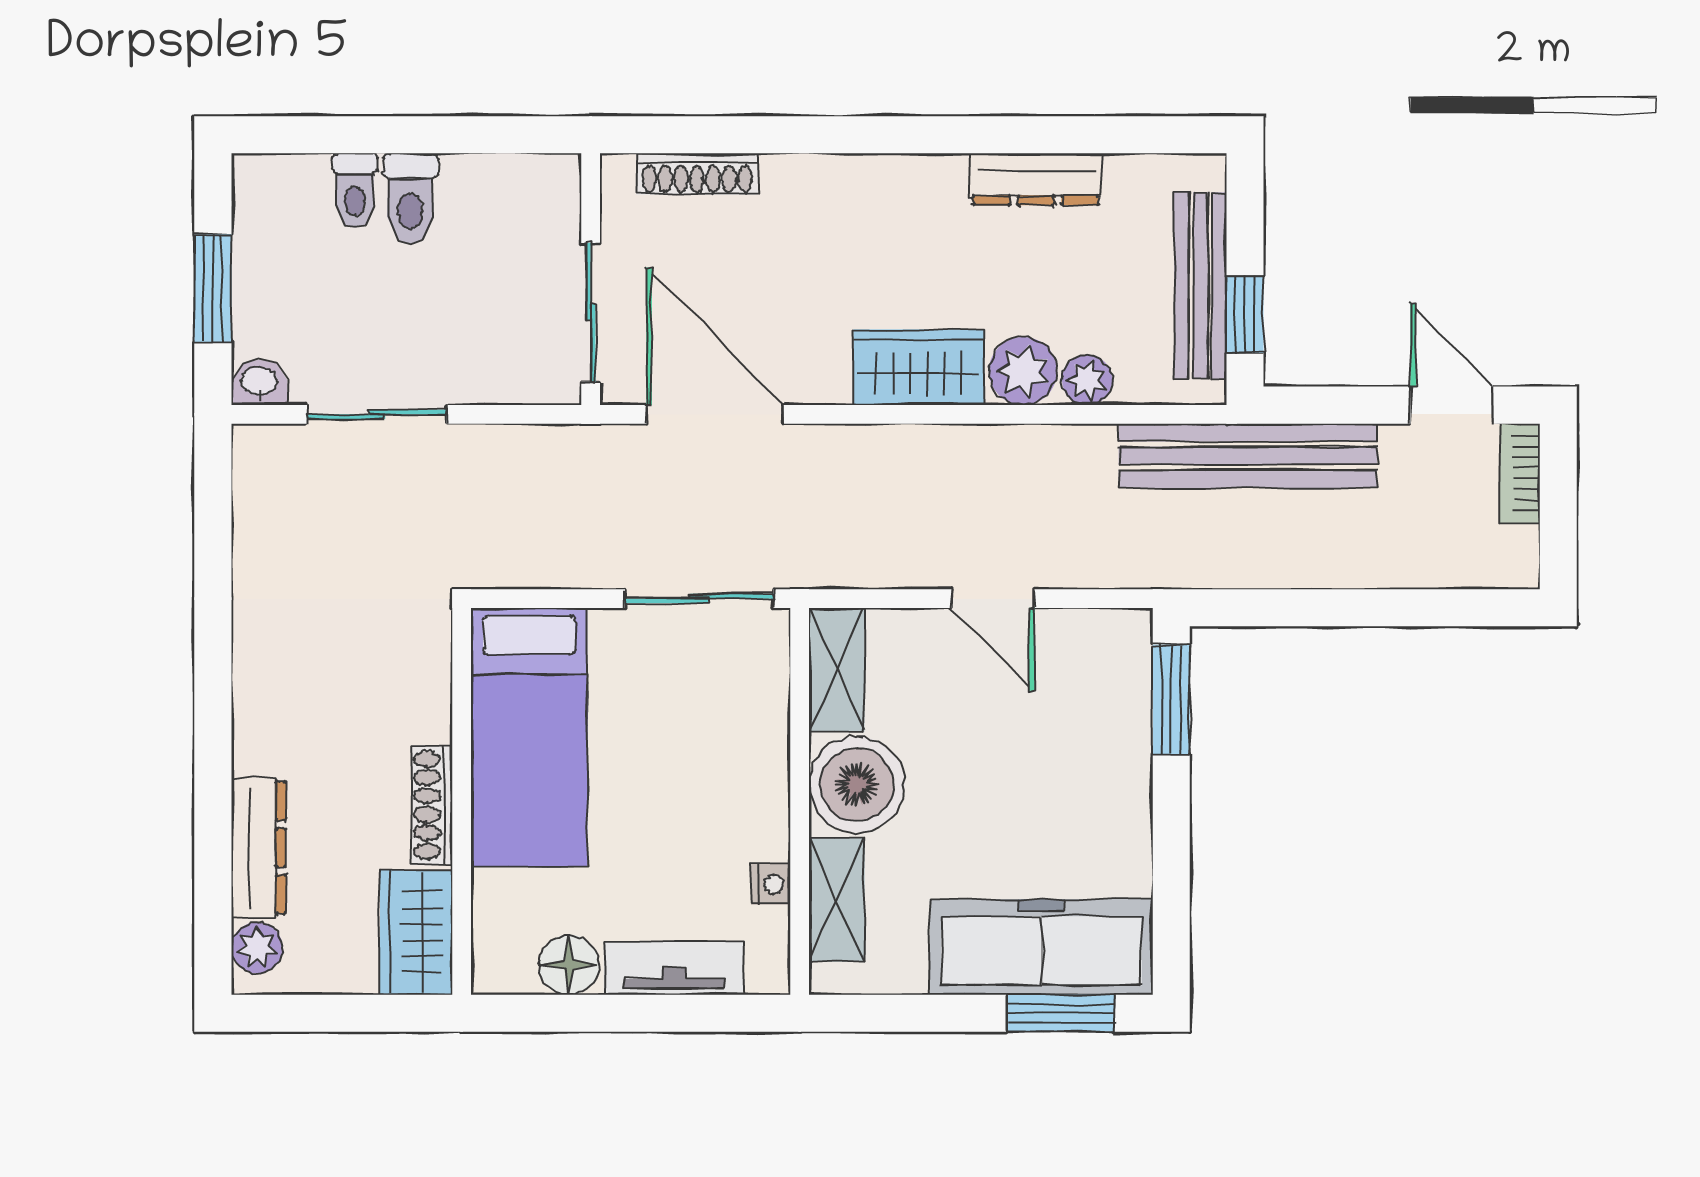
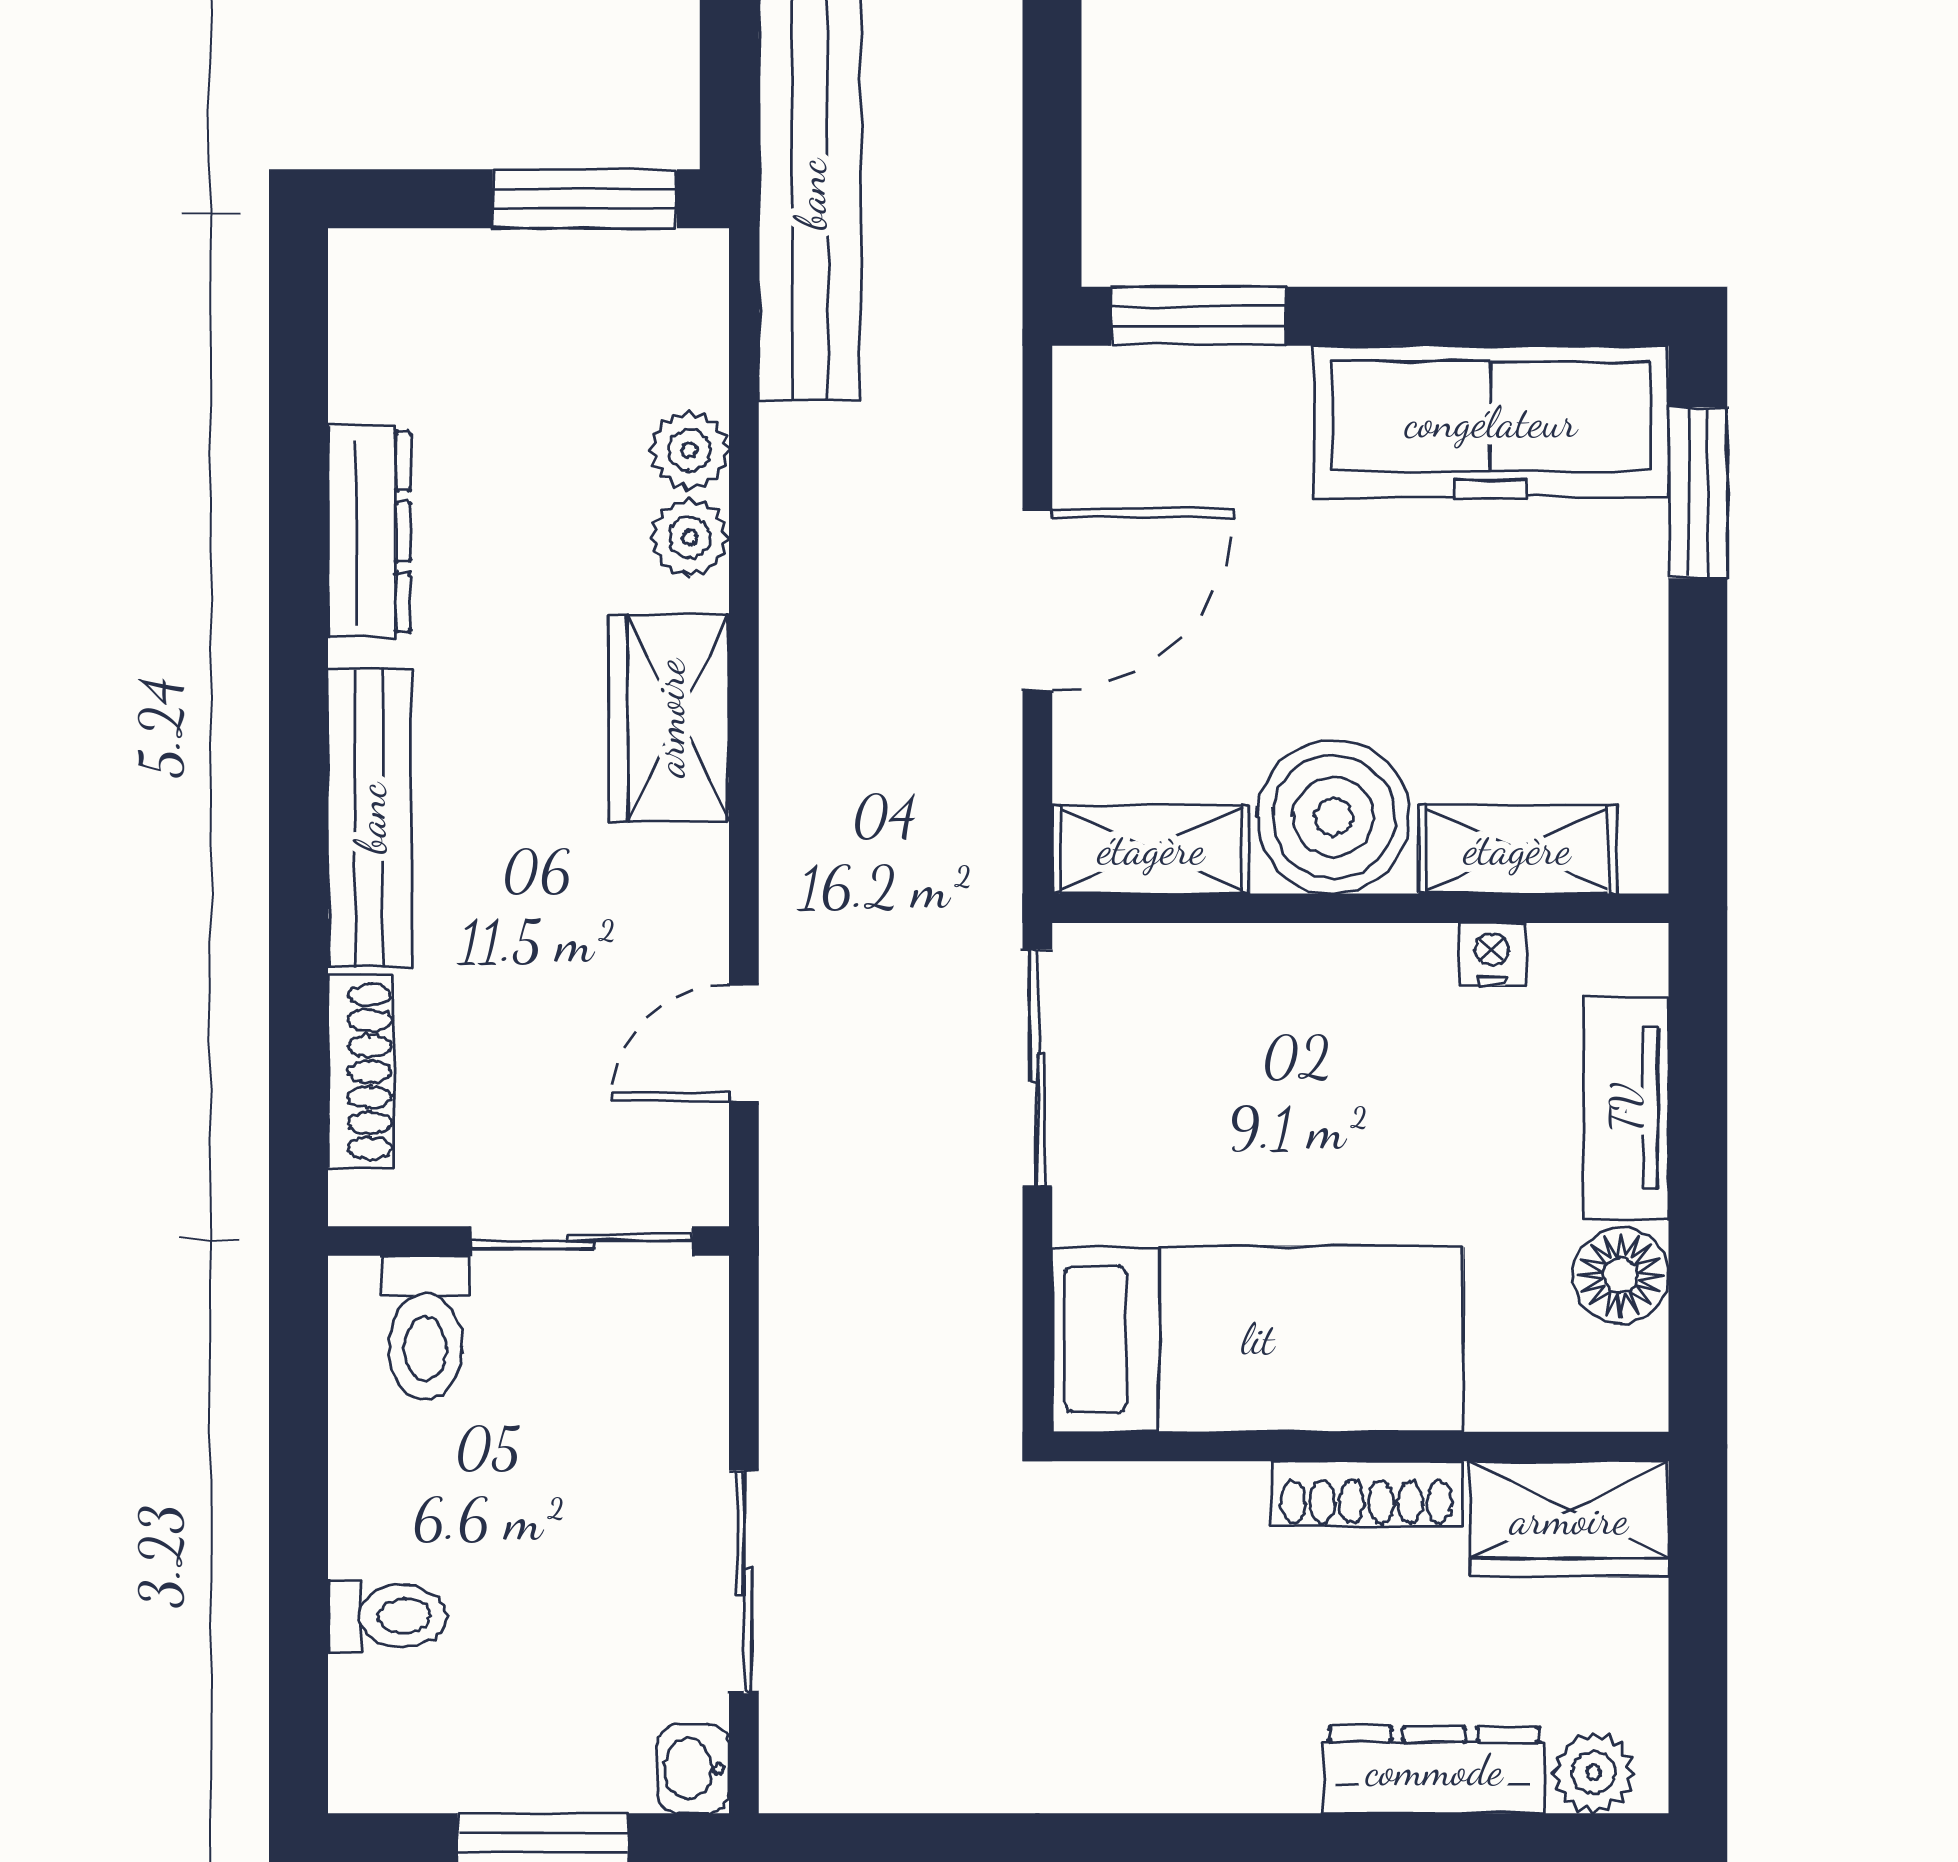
toilet: (410, 198) -> (425, 1328), moved, turned 90
bench: (1200, 286) -> (370, 818), moved, turned 90
window: (1245, 314) -> (585, 199), width x1.50
plant: (1023, 371) -> (690, 537), width x0.73, depth x0.73
door: (715, 414) -> (744, 1043), width x0.53
door: (993, 599) -> (1037, 600), width x1.38
freezer: (1041, 947) -> (1491, 422), moved, turned -90

